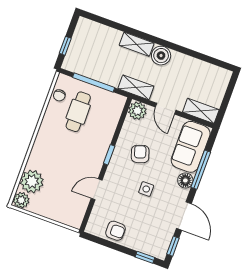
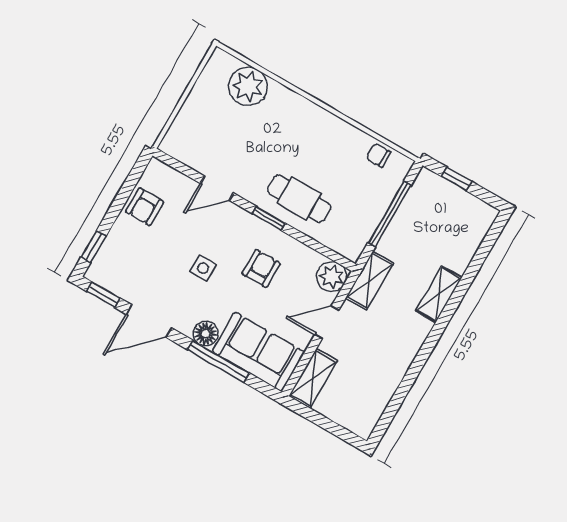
boiler: (161, 56) -> (414, 330), removed
cafe table: (78, 112) -> (299, 199), moved
armchair: (140, 154) -> (261, 268), turned -72
door: (97, 189) -> (217, 188), swing flipped
plant: (21, 200) -> (221, 64), removed

